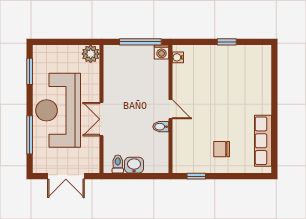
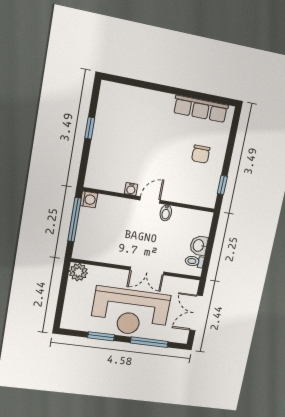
water cooler: (178, 57) -> (131, 189), moved
window: (30, 71) -> (101, 336), moved
double door: (66, 176) -> (196, 313), swing flipped

